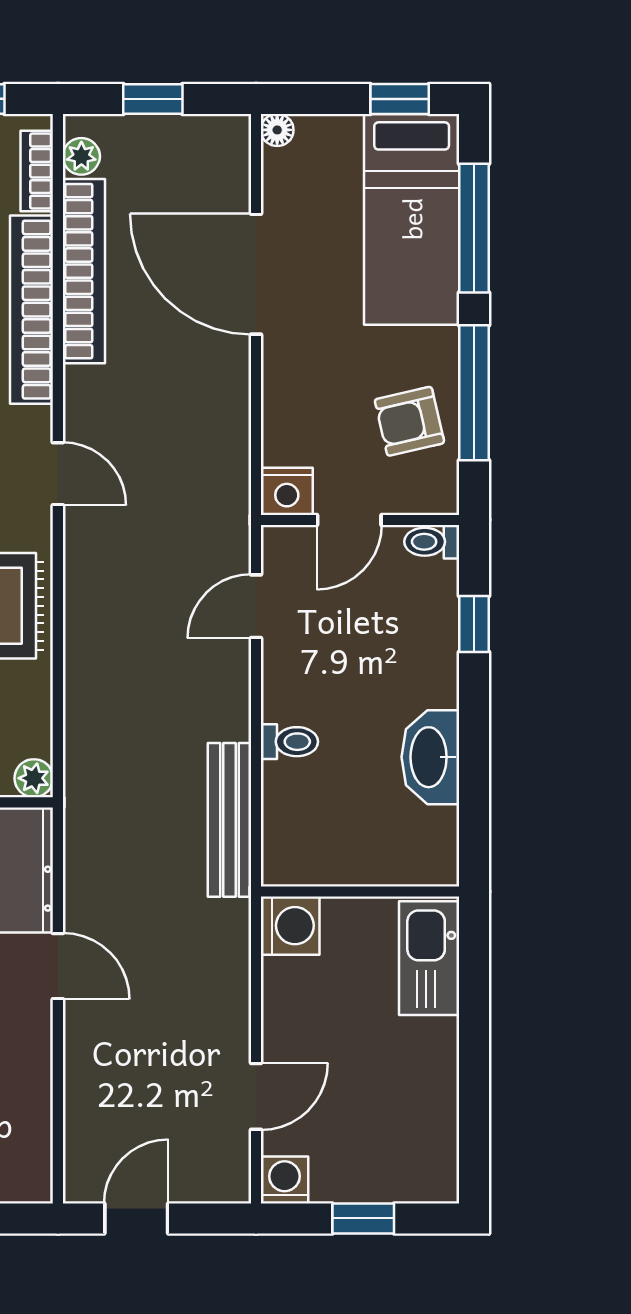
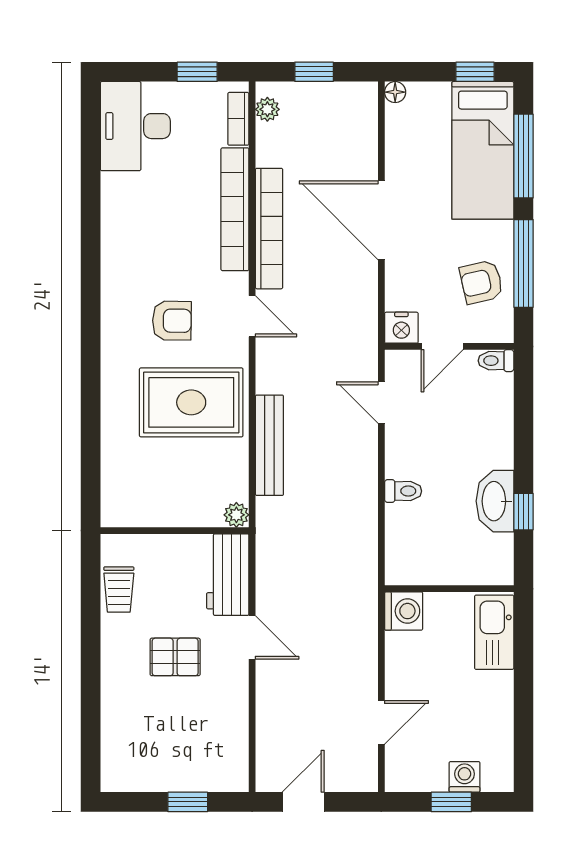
bookcase: (84, 271) -> (269, 229), moved
door: (256, 274) -> (381, 220), moved
door: (256, 606) -> (381, 403), hinge flipped
window: (474, 624) -> (523, 512), moved
bench: (230, 820) -> (269, 445), moved
washing machine: (285, 1180) -> (465, 777), moved

